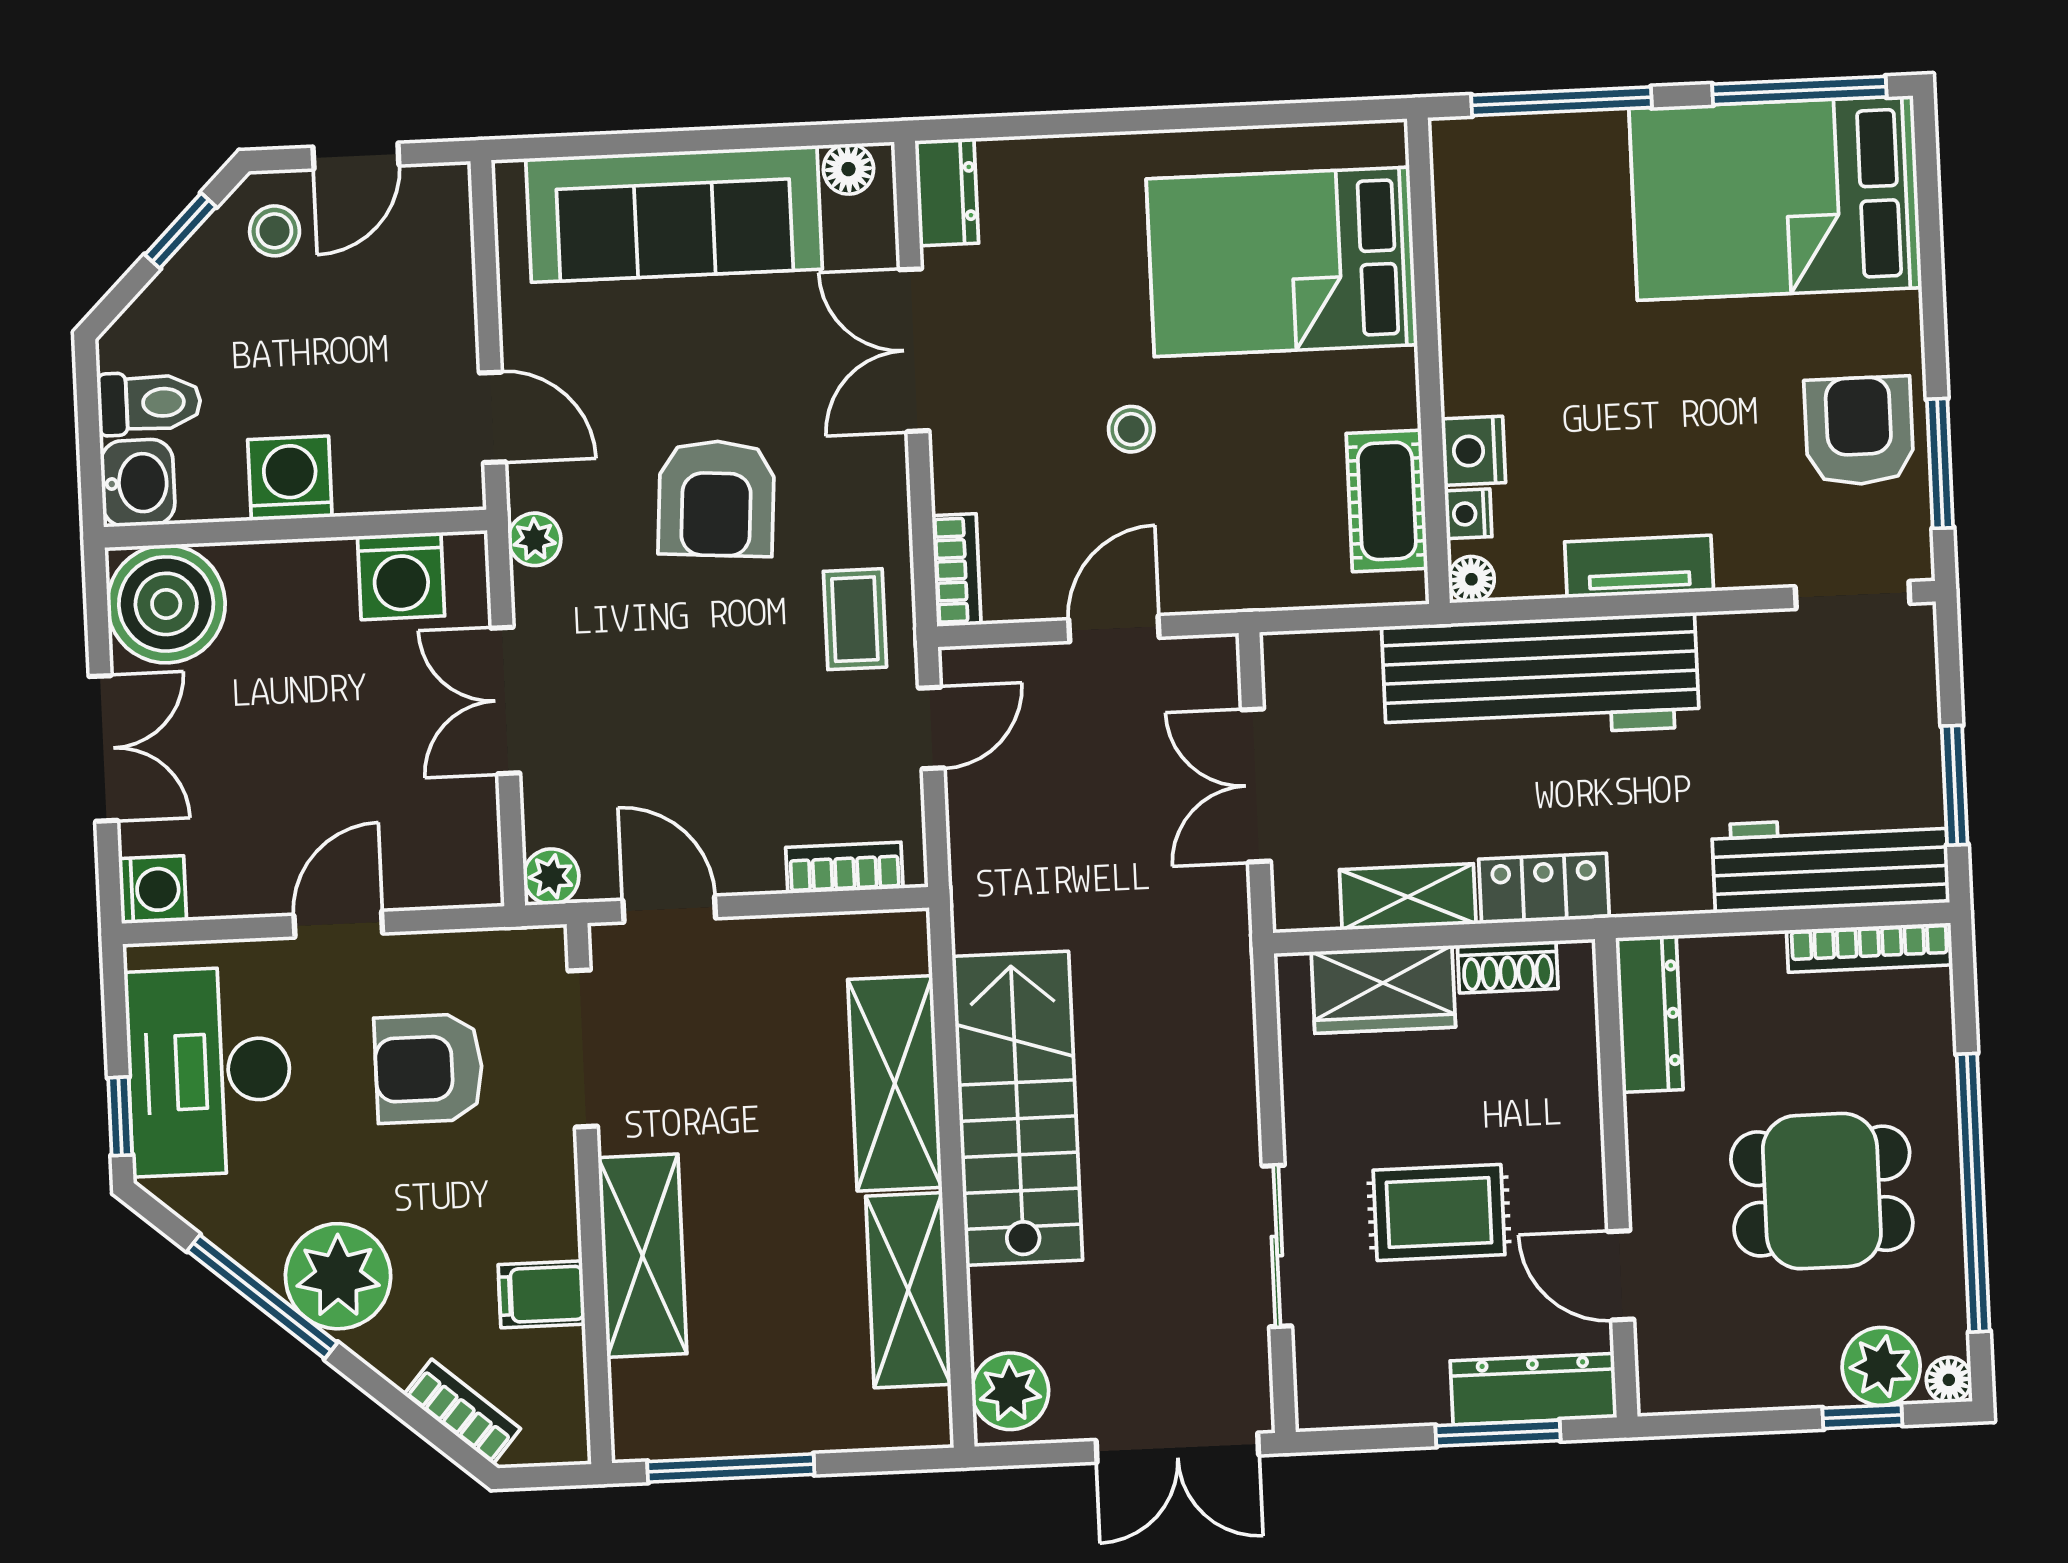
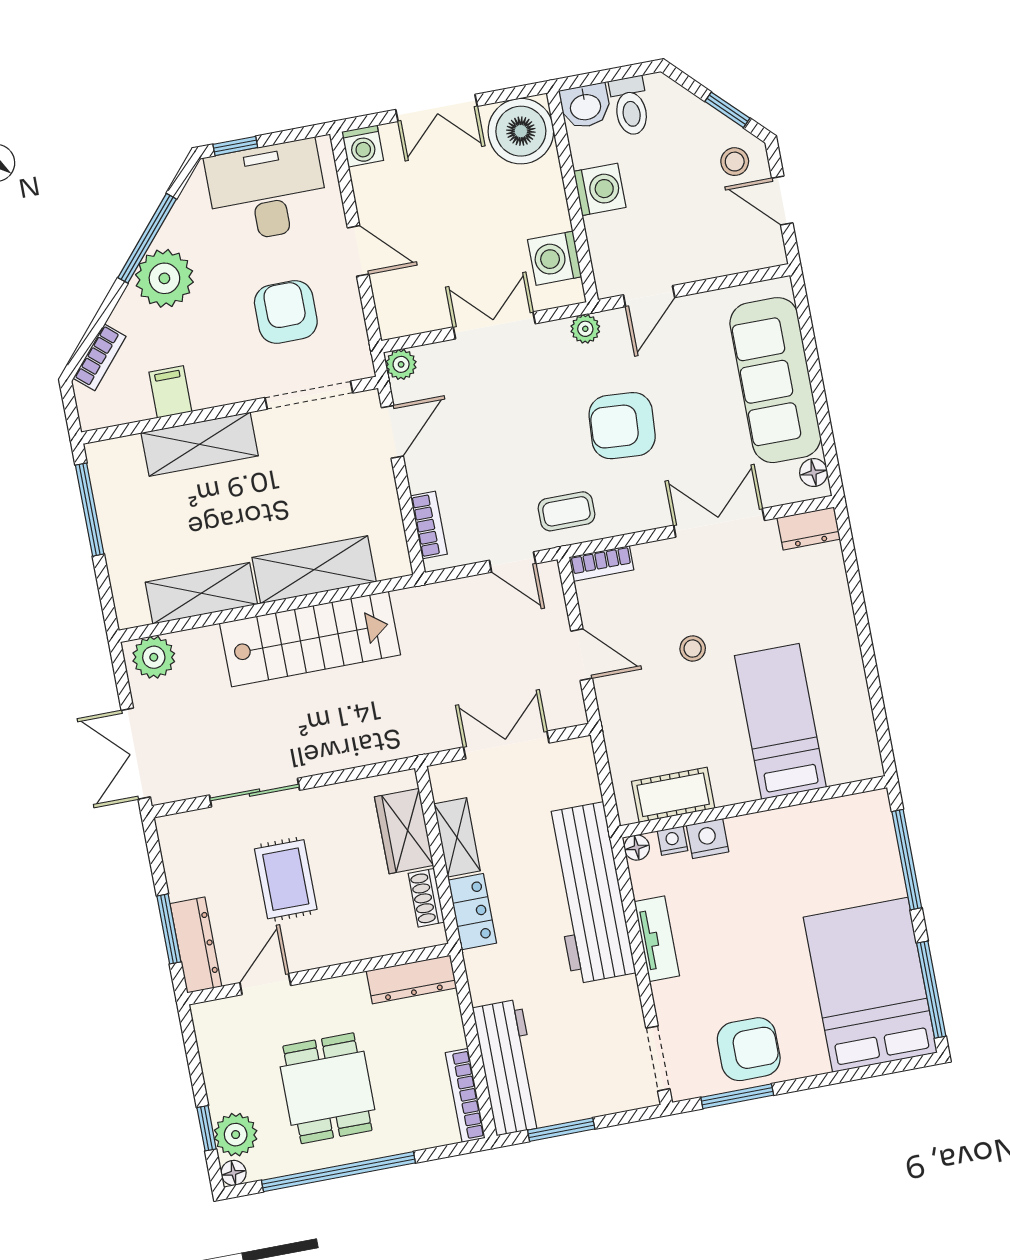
bed: (1282, 262) -> (780, 721), width x0.67

